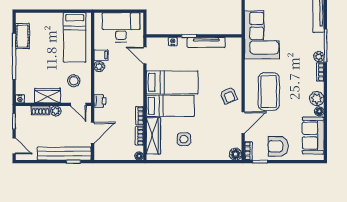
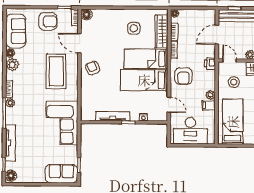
armchair: (129, 87) -> (183, 76), added
door: (243, 123) -> (80, 43), hinge flipped

